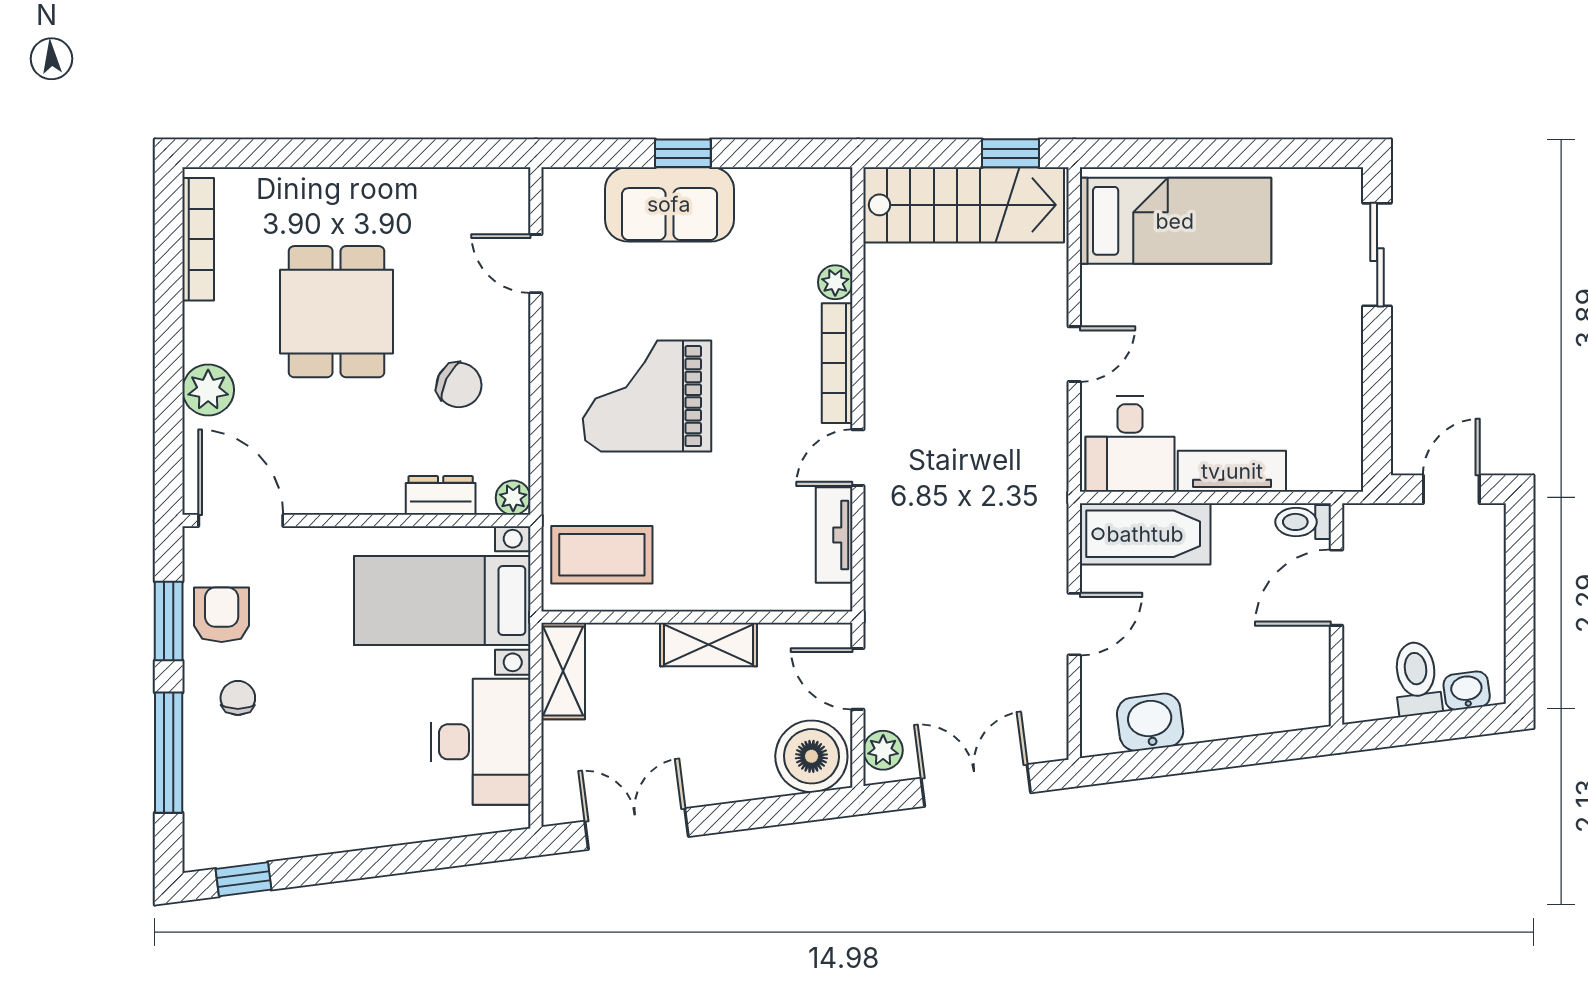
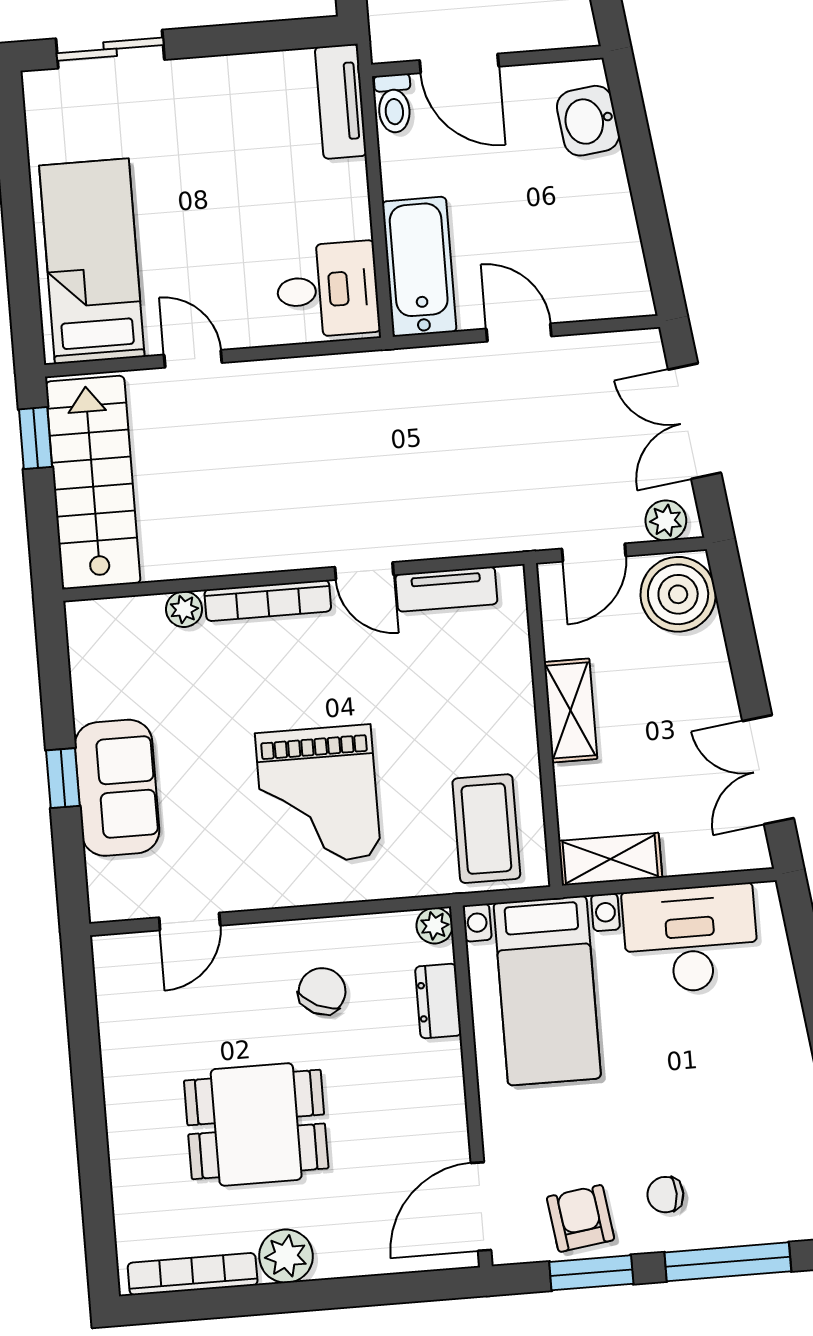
door: (1074, 354) -> (193, 359), moved
plant: (208, 390) -> (286, 1256), moved
tv unit: (1232, 471) -> (341, 101), moved
armchair: (222, 615) -> (580, 1218), turned 82
washbasin: (1150, 722) -> (588, 121), moved

